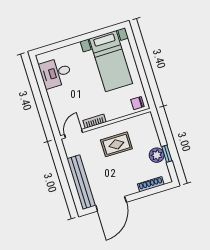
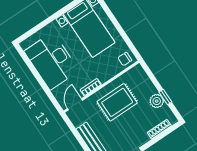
desk: (56, 73) -> (52, 61), width x1.87, depth x1.30
rug: (116, 144) -> (117, 102), width x1.36, depth x1.43

